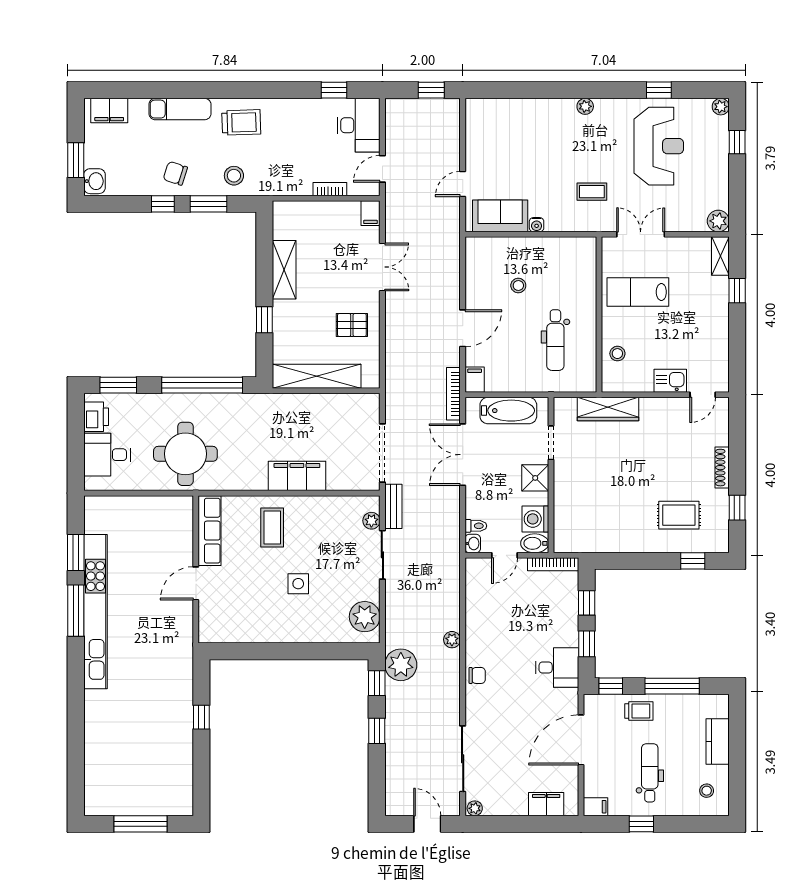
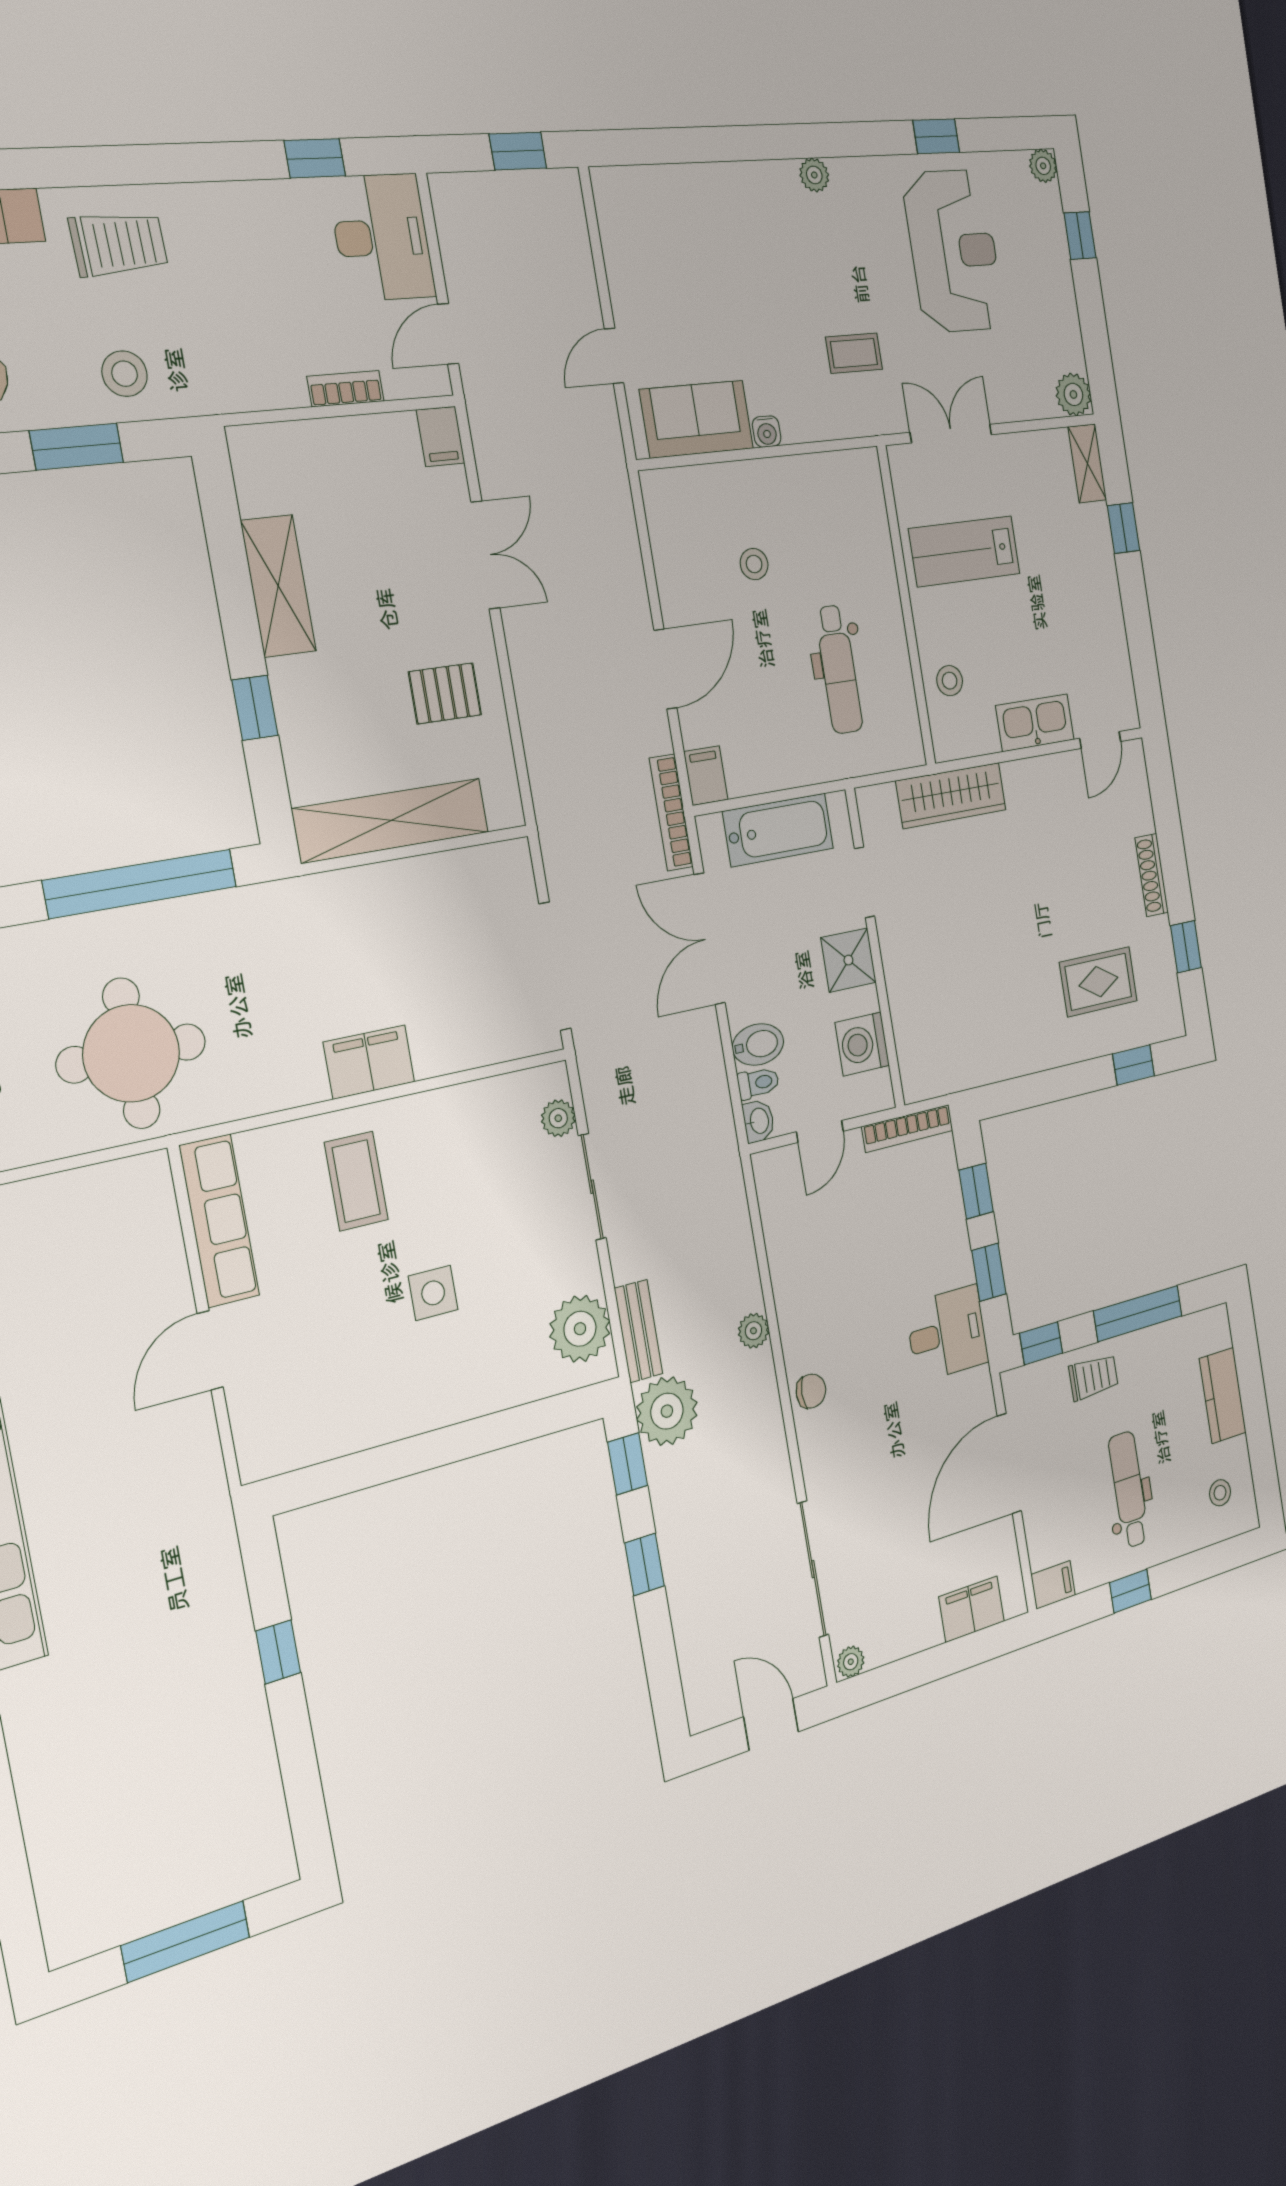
kitchen sink: (670, 381) -> (1035, 723), width x1.38
filing cabinet: (297, 476) -> (369, 1062), width x0.67, depth x0.86
bench: (393, 506) -> (639, 1331), moved
bidet: (535, 543) -> (758, 1045), moved, turned 180

